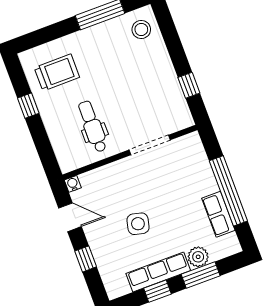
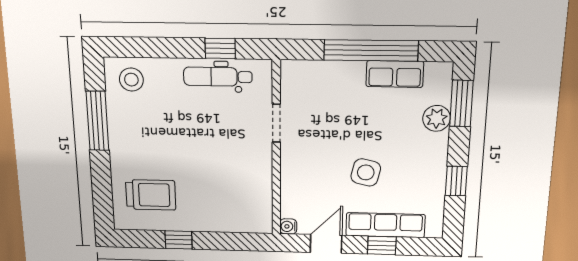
trolley: (57, 72) -> (151, 195), turned 90
dental chair: (93, 127) -> (218, 77), moved
doorway: (150, 145) -> (276, 123), width x0.73
row of seats: (158, 272) -> (385, 225), moved, turned 90
window: (201, 275) -> (461, 103), moved

